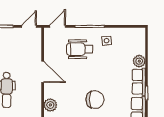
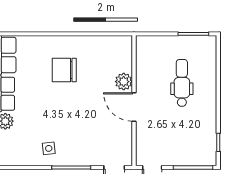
wheelchair: (80, 49) -> (85, 137), removed
plant: (50, 105) -> (124, 82), moved

